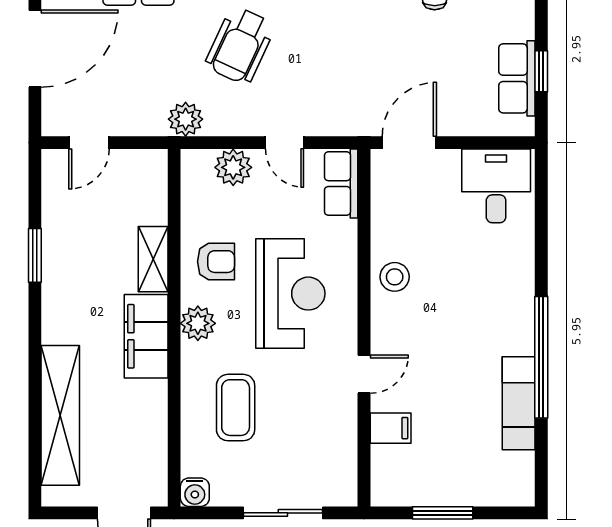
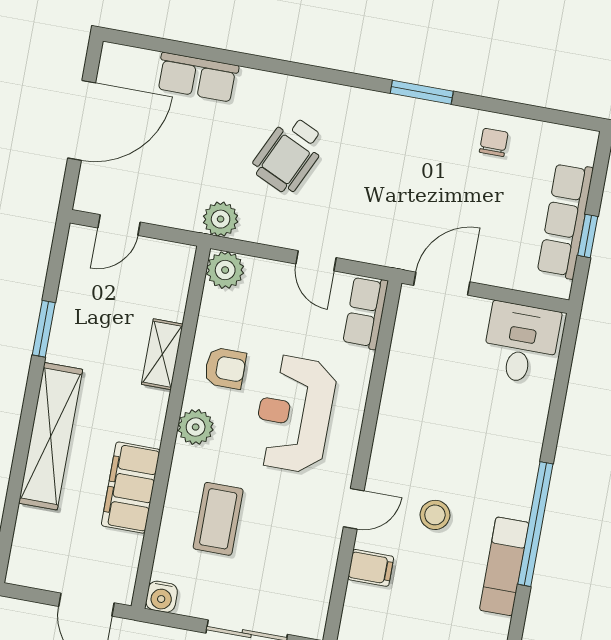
row of seats: (517, 78) -> (565, 220), width x1.48
plant: (233, 167) -> (225, 270), moved
stool: (395, 277) -> (435, 515), moved
reception desk: (290, 294) -> (294, 414), turned 180
filing cabinet: (146, 336) -> (131, 488), moved
shelving: (60, 415) -> (51, 436), moved

